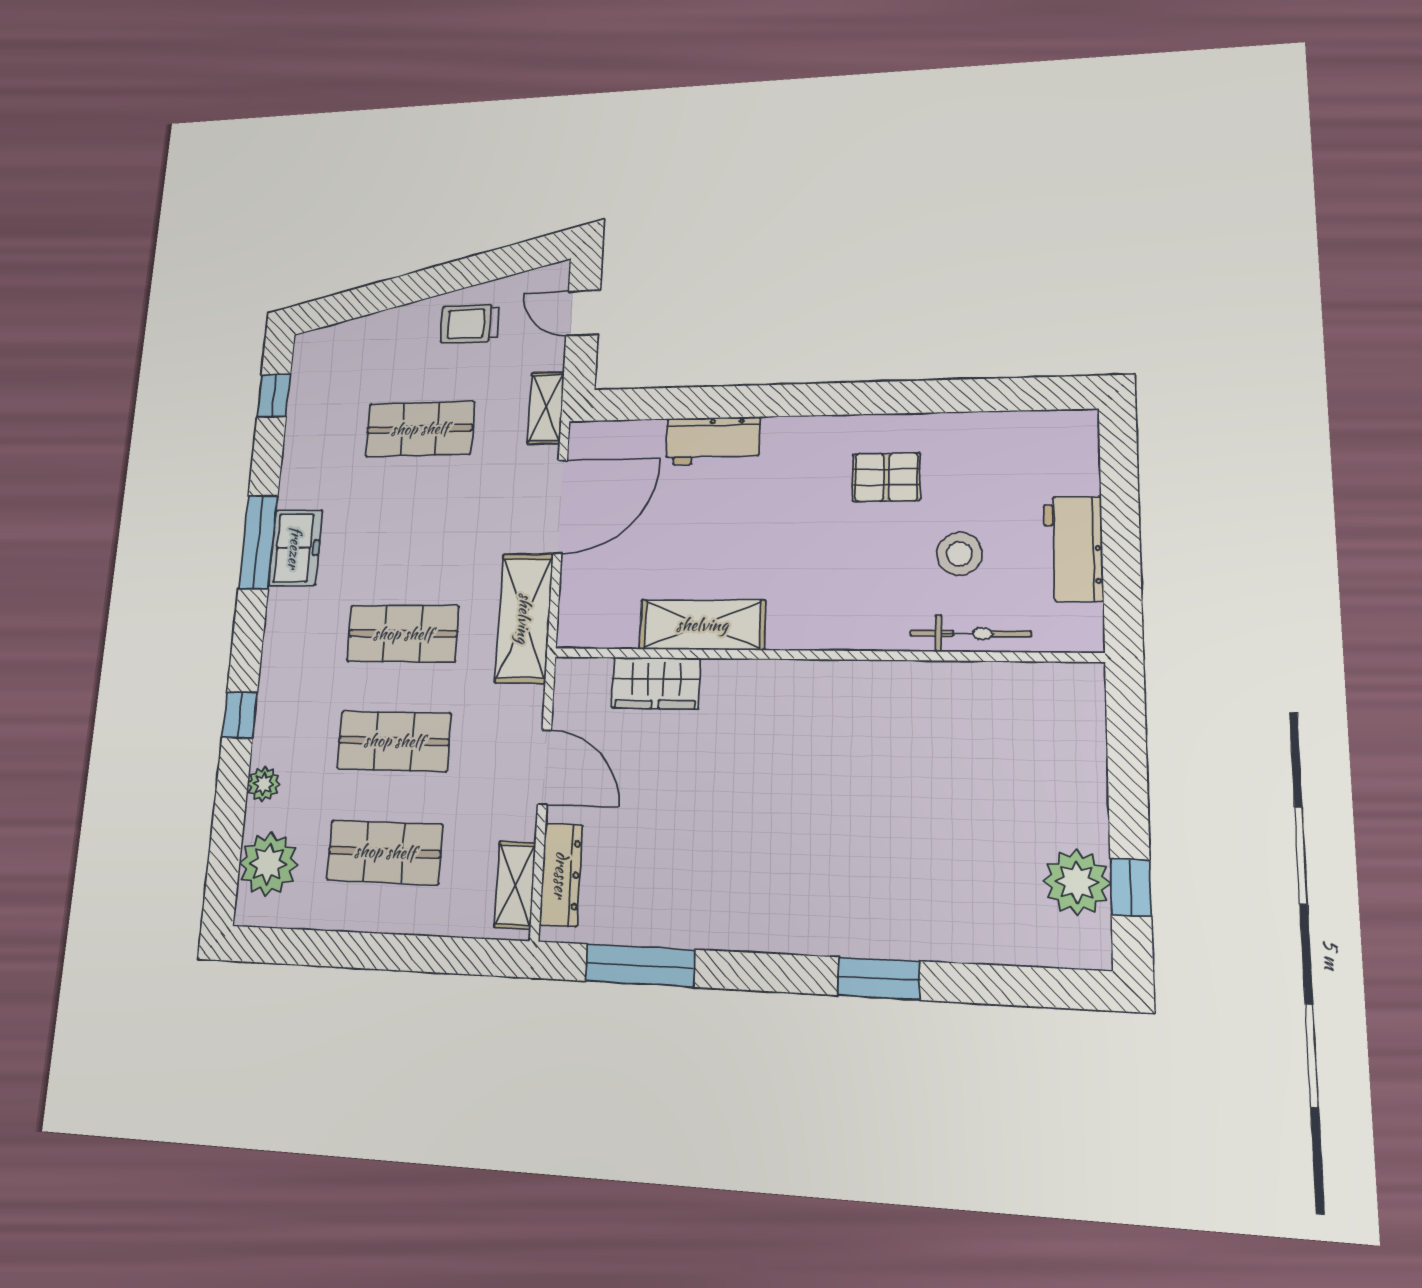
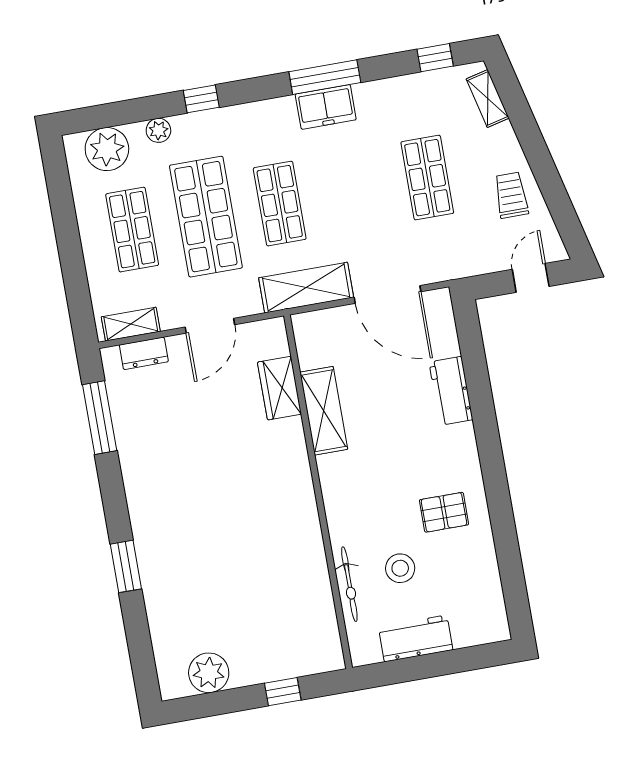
shelving: (546, 408) -> (488, 99), moved, turned 76
pallet: (886, 477) -> (444, 512), turned 90
shop shelf: (394, 741) -> (206, 217), width x1.43, depth x1.36
dresser: (561, 875) -> (144, 353), width x0.70
window: (1131, 887) -> (283, 692), moved

